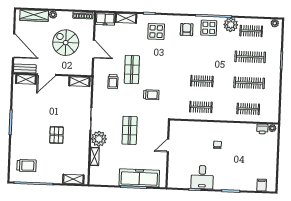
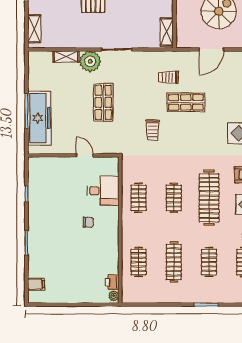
clothes rail: (203, 55) -> (209, 198), added
clothes rail: (250, 57) -> (209, 262), width x0.73
shop shelf: (130, 130) -> (103, 102), turned 90
desk: (202, 177) -> (103, 191), moved, turned 180

